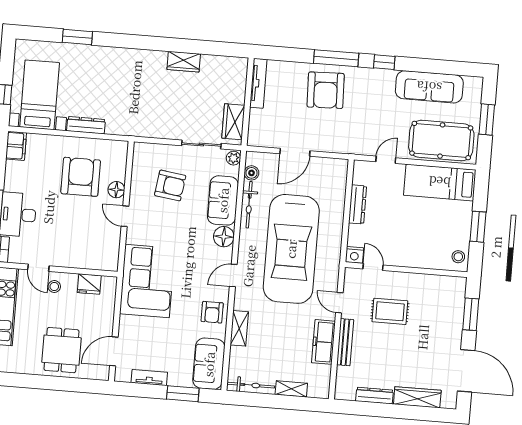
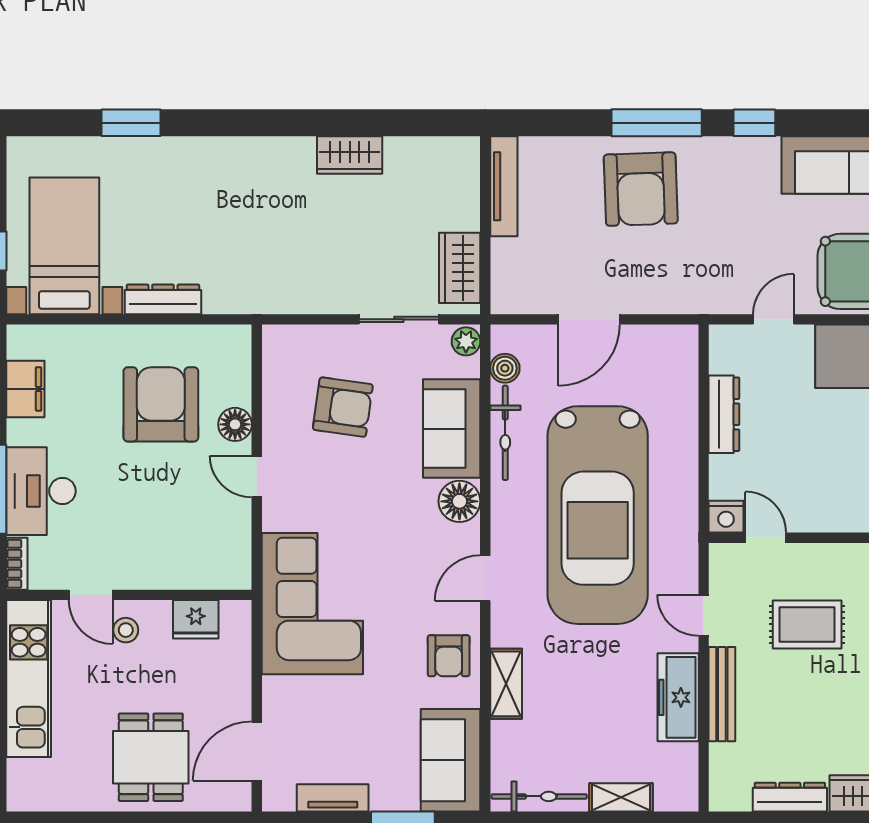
filing cabinet: (16, 146) -> (25, 389), moved

